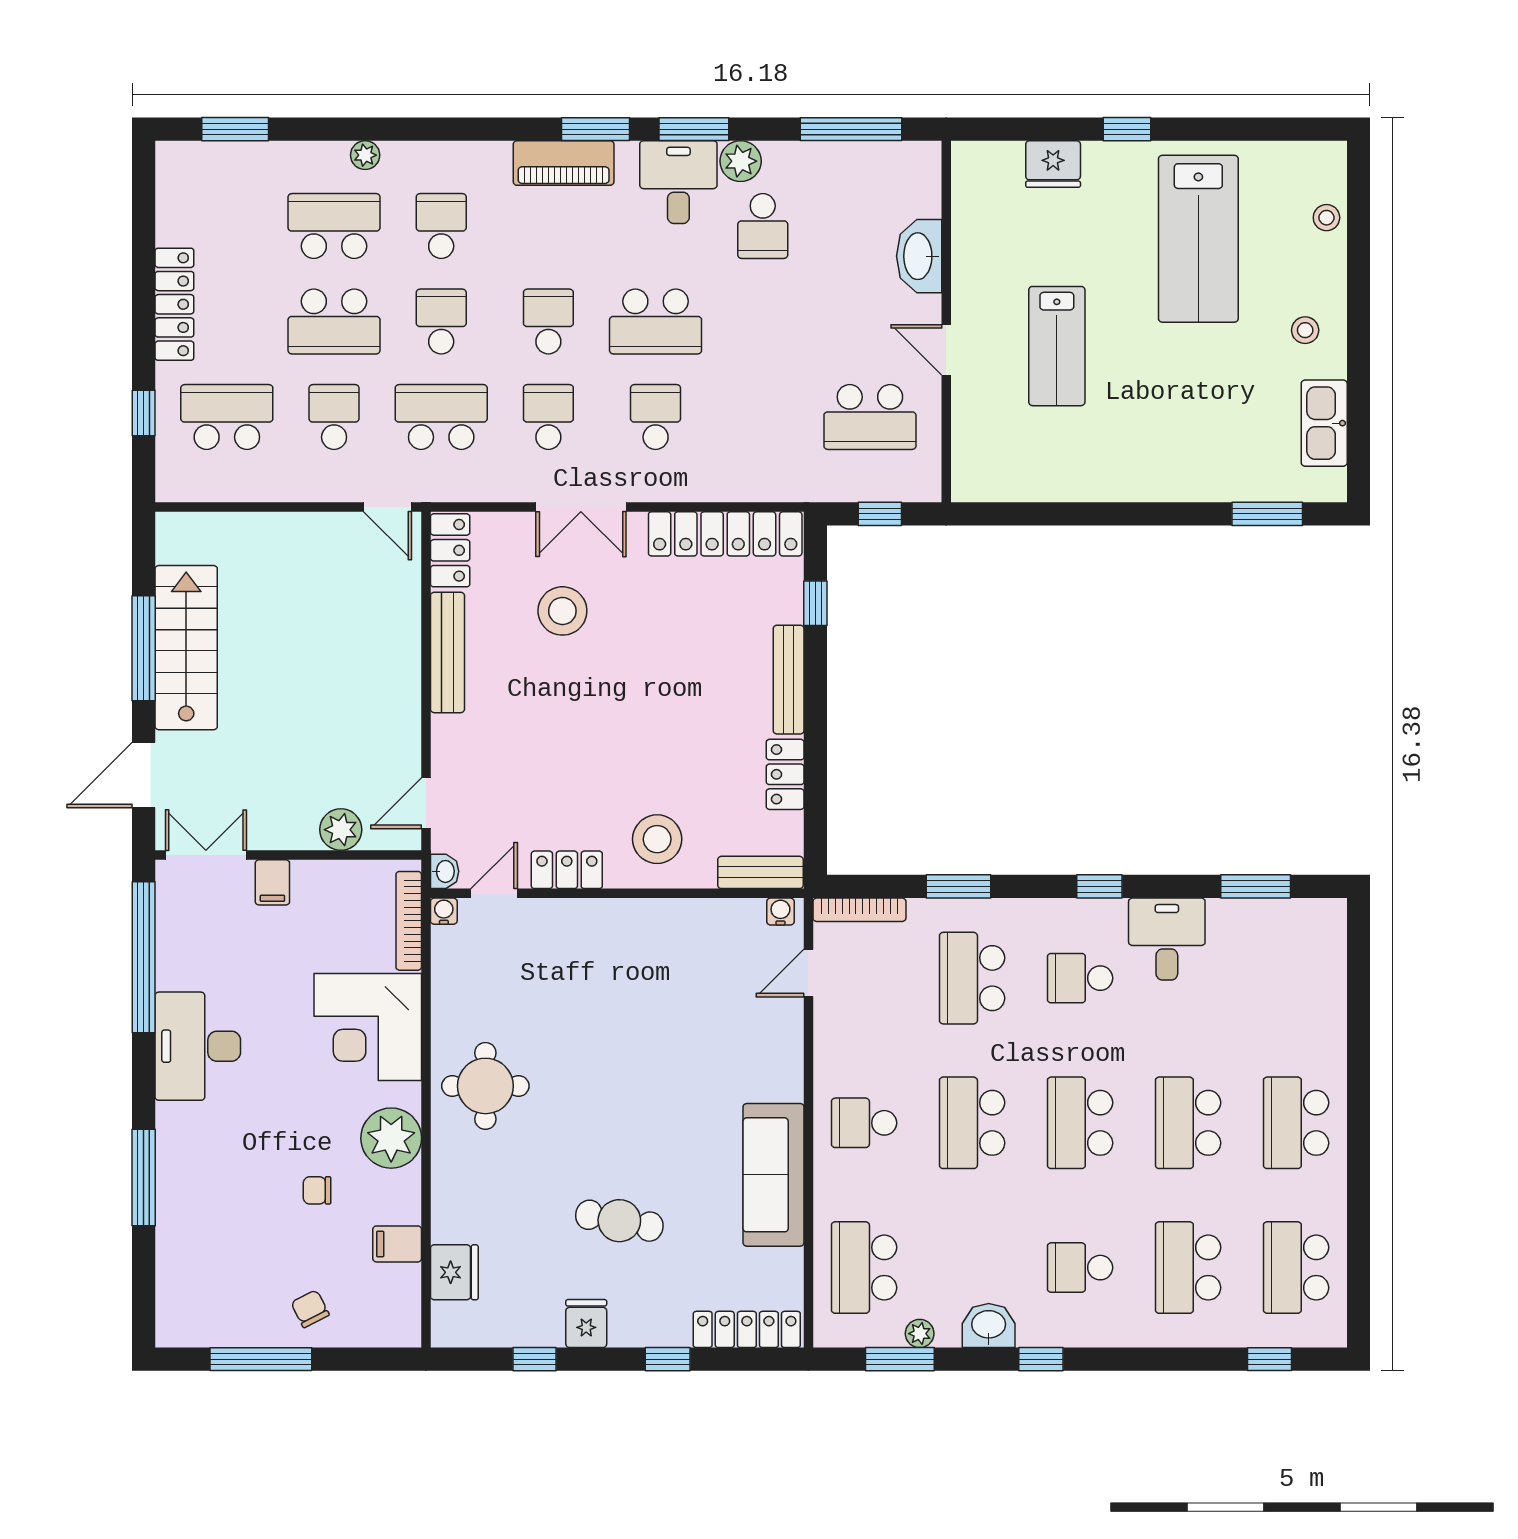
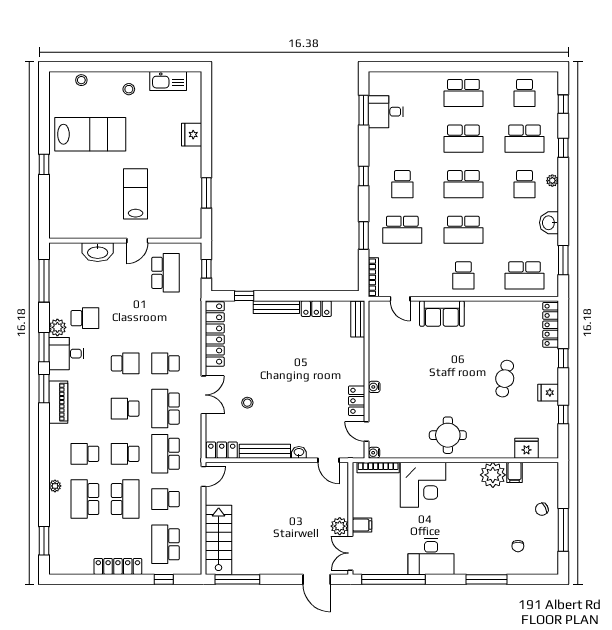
fridge: (1053, 164) -> (192, 135), moved, turned 180
school desk: (656, 321) -> (125, 363), width x0.54
lab bench: (1057, 346) -> (136, 194), turned -90
school desk: (548, 417) -> (165, 409), width x1.85
window: (1267, 514) -> (206, 193), moved
stool: (562, 611) -> (247, 403), width x0.53, depth x0.53
window: (144, 648) -> (237, 579), moved
stairs: (186, 648) -> (219, 540), moved, turned 90
plant: (341, 830) -> (340, 526), moved
stool: (657, 839) -> (344, 363), removed
washbasin: (445, 871) -> (299, 452), moved
water cooler: (780, 912) -> (374, 387), moved
desk: (1167, 939) -> (386, 112), moved
plant: (391, 1138) -> (493, 475), moved
sofa: (774, 1175) -> (442, 314), moved, width x0.73
chair: (317, 1190) -> (518, 546), moved
school desk: (1296, 1268) -> (524, 93), width x0.54
plant: (920, 1334) -> (552, 181), moved
window: (1041, 1359) -> (563, 148), moved

